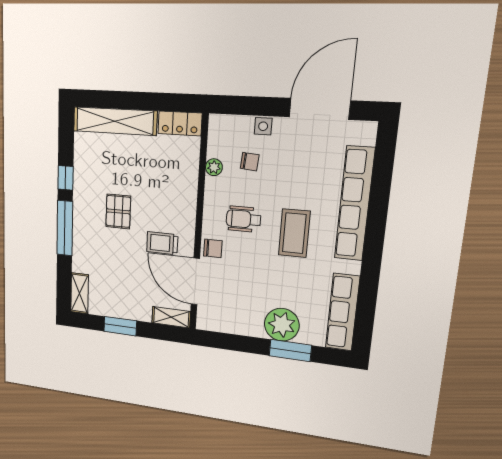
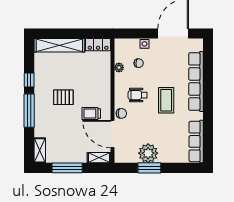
pallet: (118, 211) -> (63, 97), turned 90
plant: (282, 325) -> (148, 153), moved
window: (120, 326) -> (67, 168), width x1.44
window: (290, 351) -> (149, 168), moved

